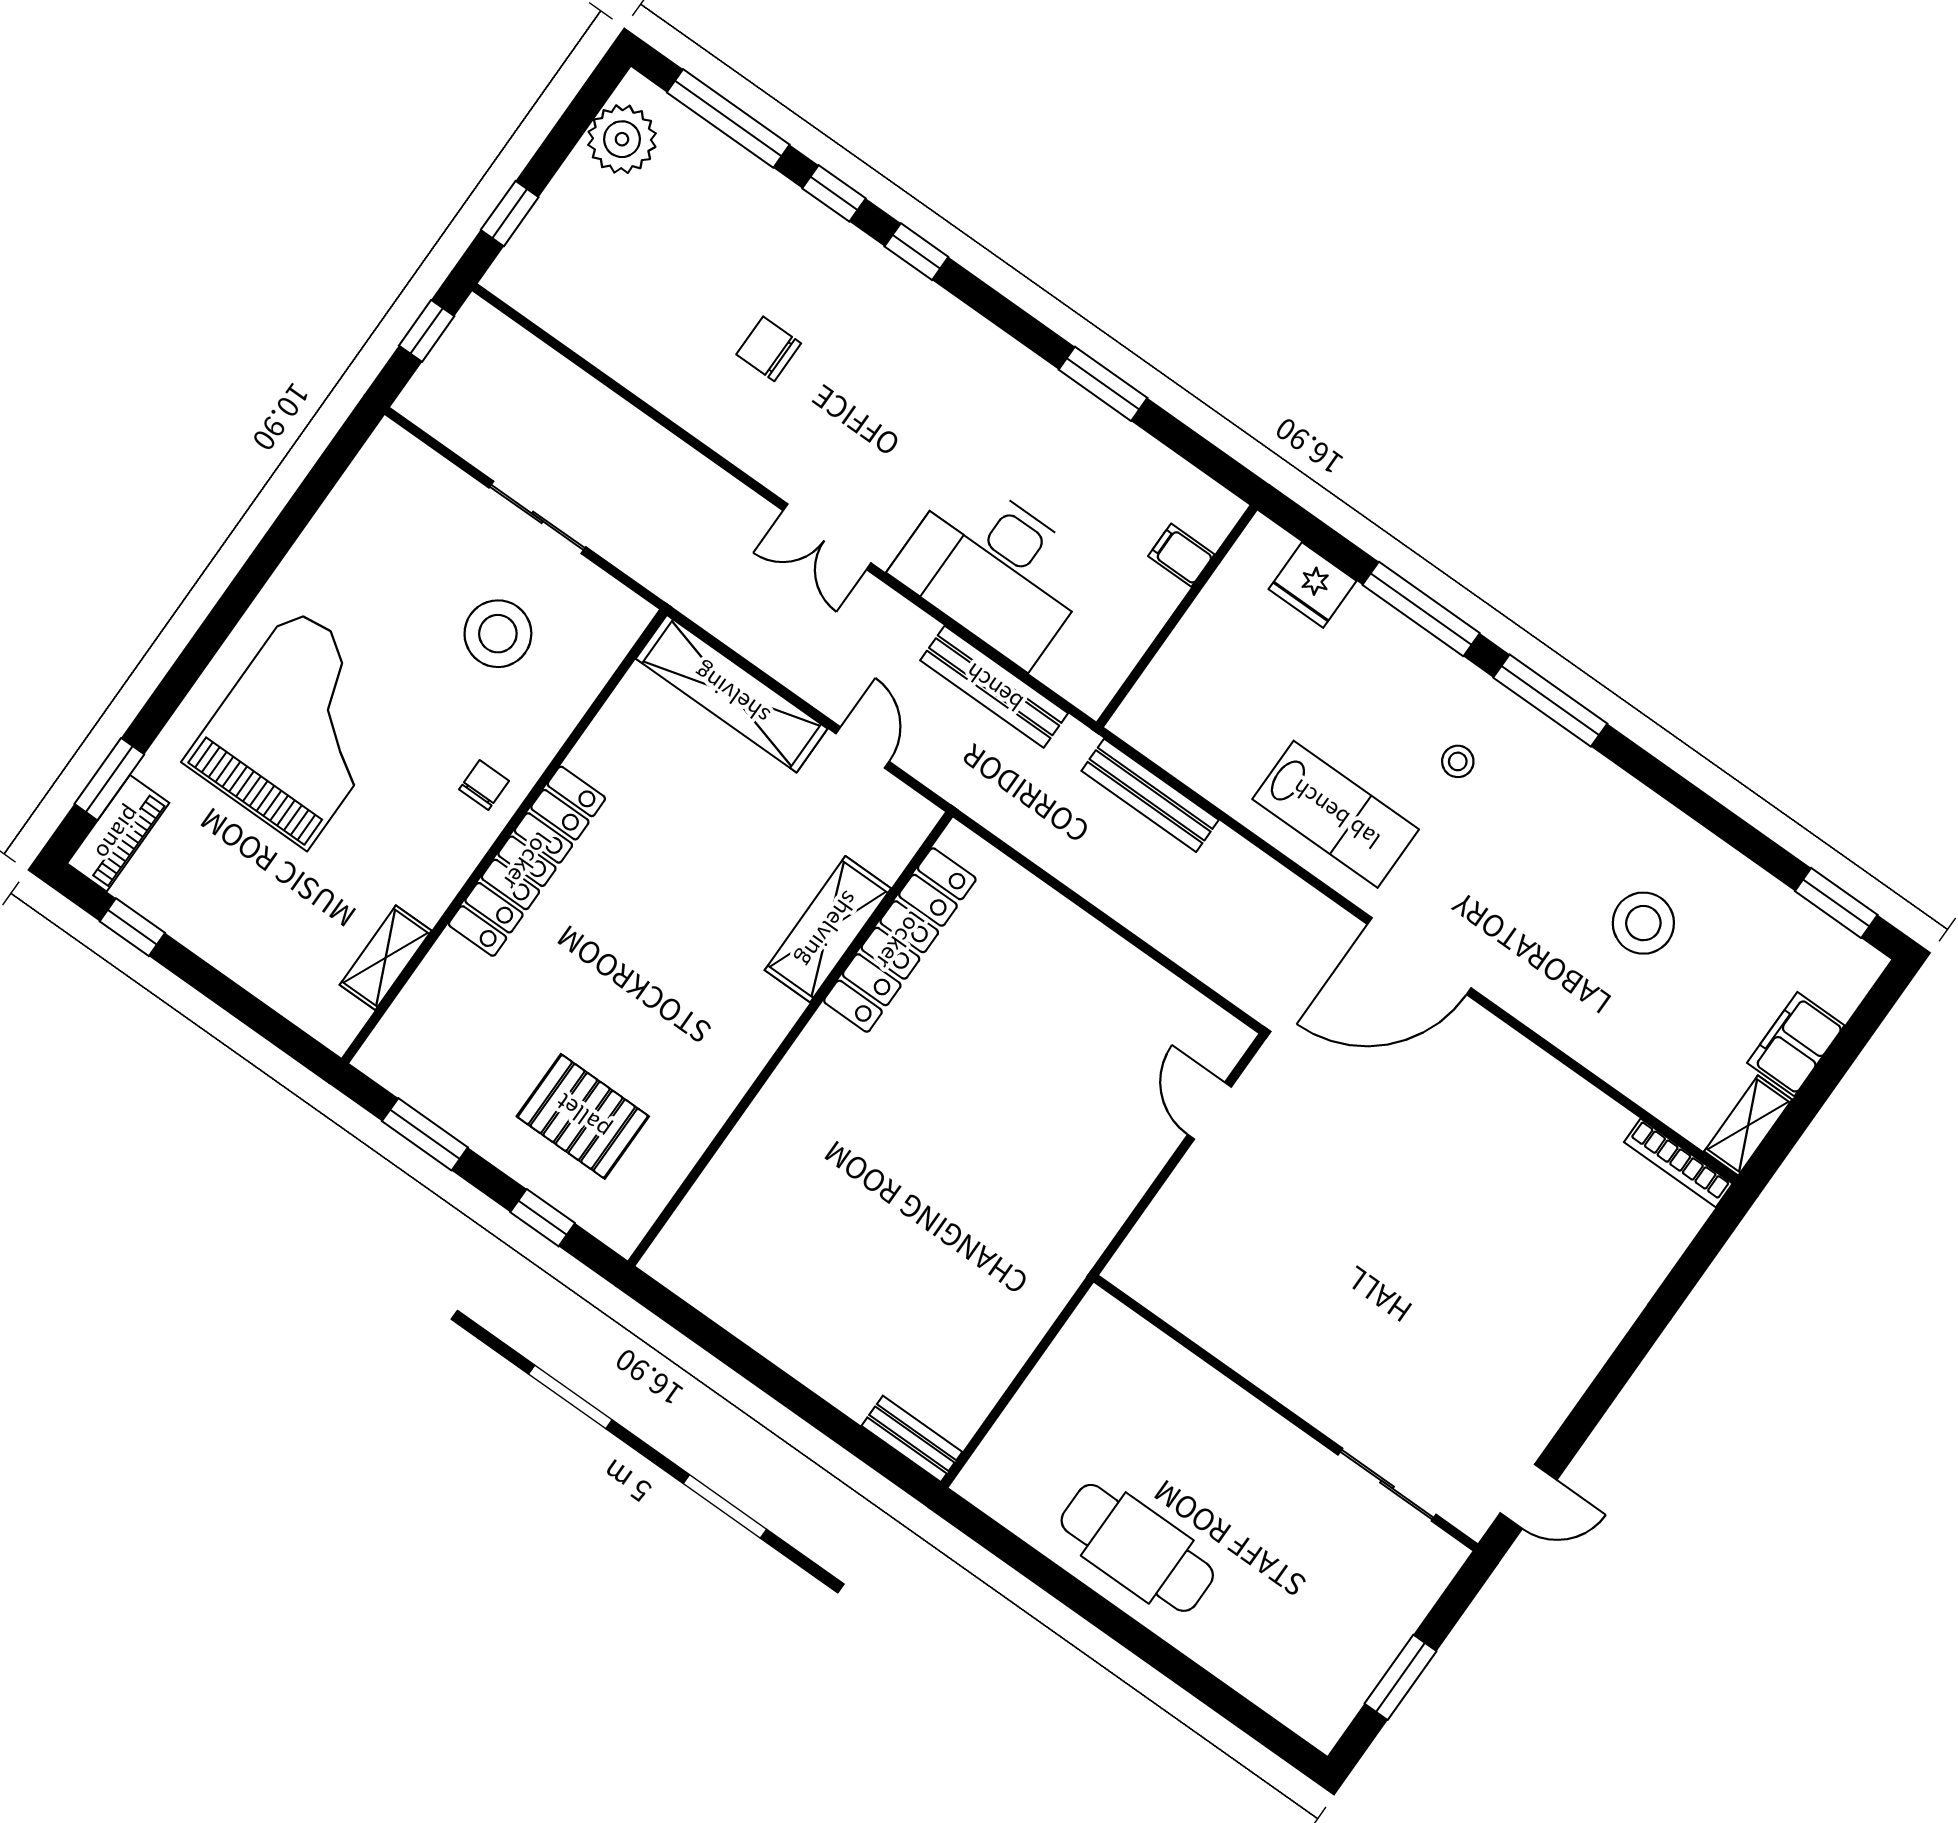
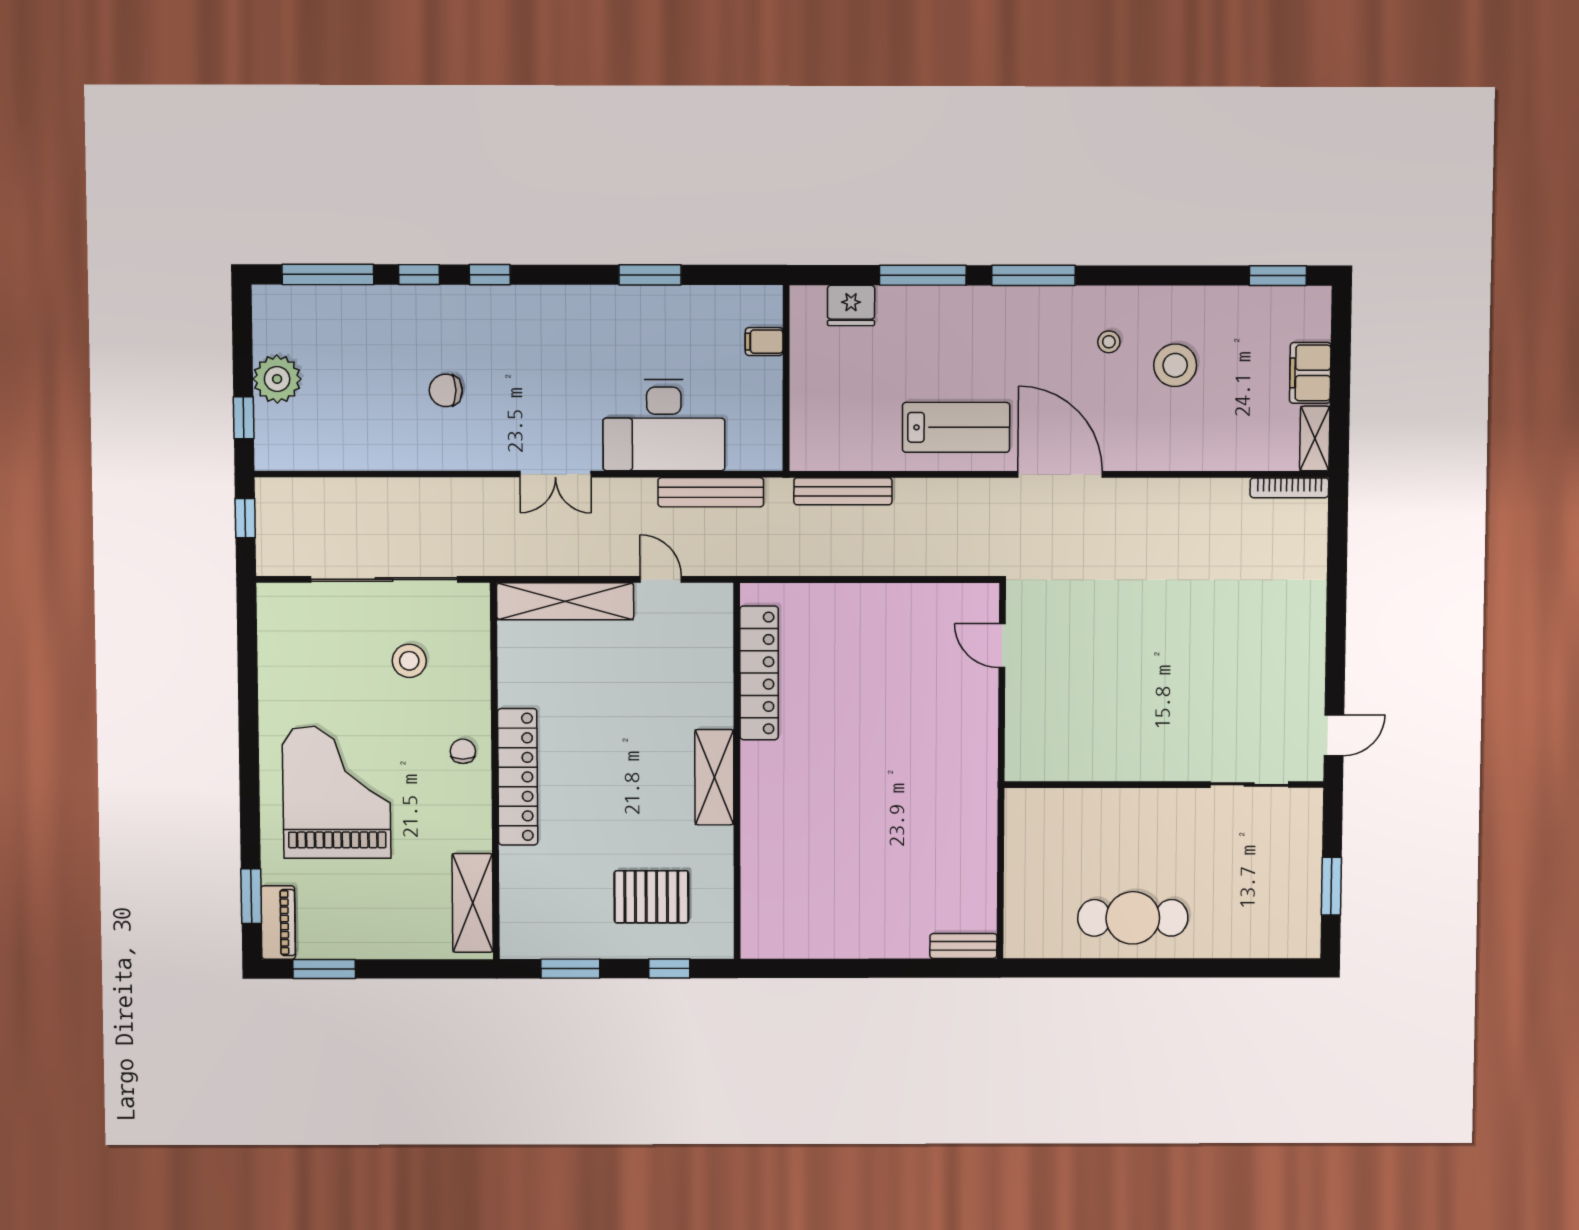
plant: (622, 139) -> (277, 379), moved
sliding door: (537, 517) -> (384, 579), width x1.86
stool: (498, 634) -> (409, 661), width x0.73, depth x0.73
stool: (1458, 761) -> (1109, 342), moved
window: (132, 927) -> (324, 969), width x1.50
shelving: (828, 929) -> (714, 777), moved
door: (1419, 956) -> (1060, 474), swing flipped
shelving: (386, 958) -> (473, 903), width x1.50, depth x1.33

